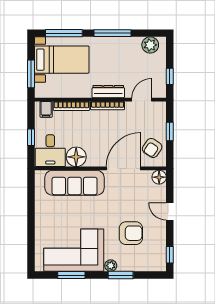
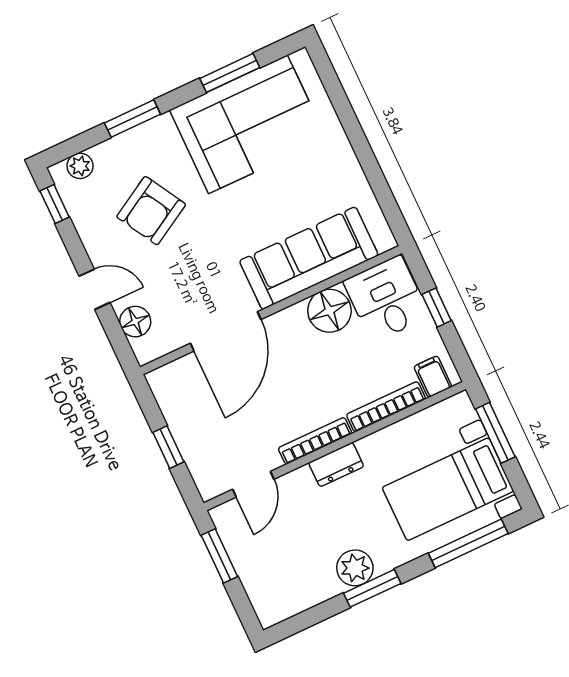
window: (112, 33) -> (372, 588), width x0.69
plant: (150, 45) -> (355, 568), moved
window: (170, 76) -> (219, 556), width x1.50
dresser: (108, 92) -> (336, 465), width x0.70
armchair: (152, 148) -> (188, 398), removed
floor lamp: (159, 177) -> (135, 322), moved
armchair: (131, 233) -> (151, 211), turned -30
plant: (111, 266) -> (80, 166), moved

